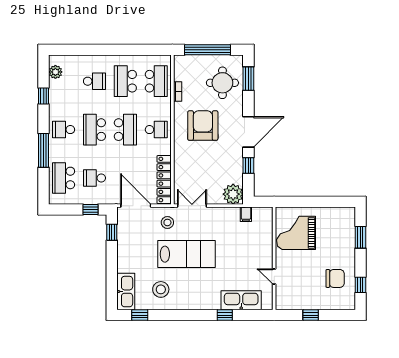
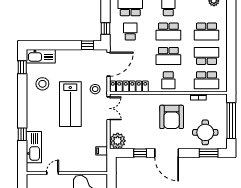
school desk: (94, 81) -> (206, 32), width x1.85
armchair: (203, 126) -> (172, 117), turned 90
school desk: (94, 130) -> (168, 32), turned 180

